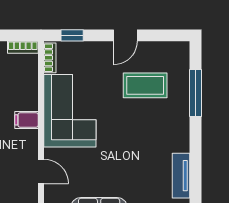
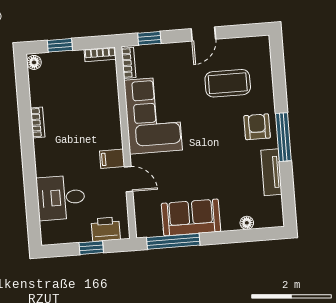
window: (195, 93) -> (283, 137), moved
filing cabinet: (26, 120) -> (112, 159), moved
armchair: (171, 130) -> (257, 127), added

